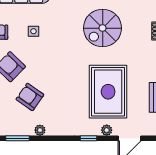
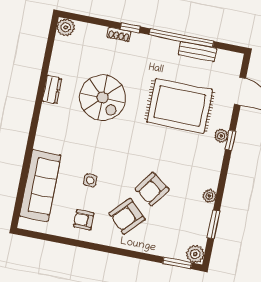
armchair: (30, 97) -> (152, 189), moved
plant: (107, 130) -> (221, 136), moved

